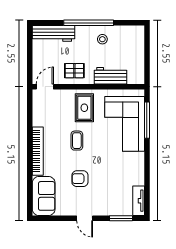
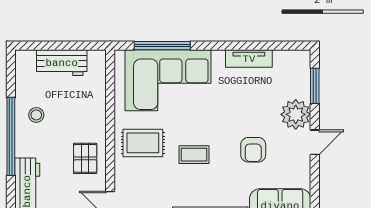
workbench: (110, 76) -> (62, 63), moved, turned -90
tv unit: (139, 201) -> (249, 59), moved
plant: (103, 206) -> (296, 114), added

